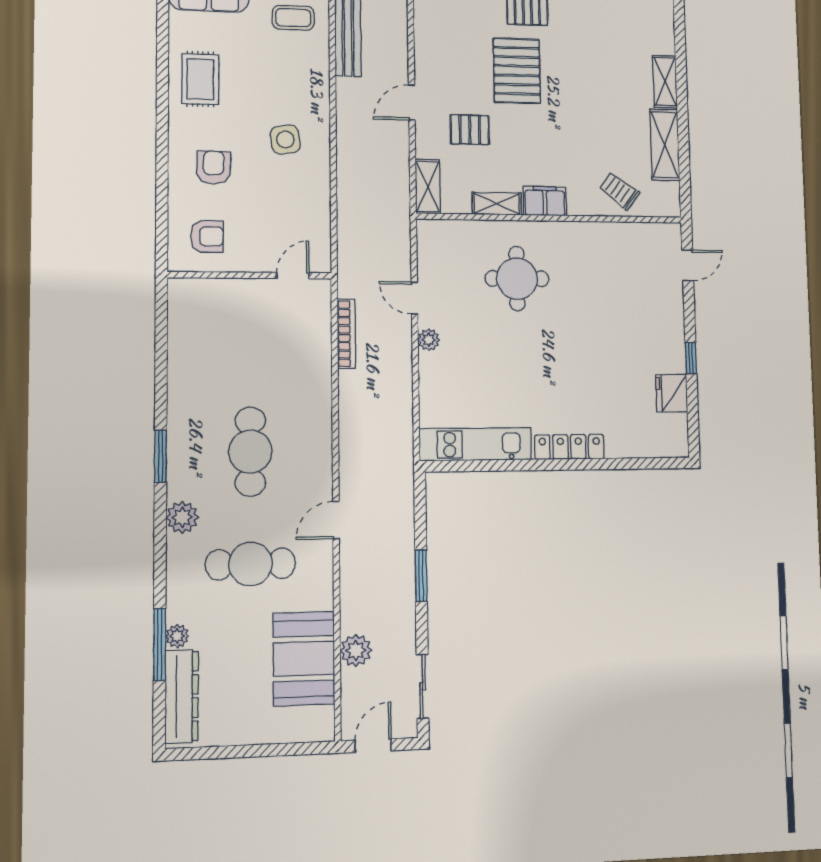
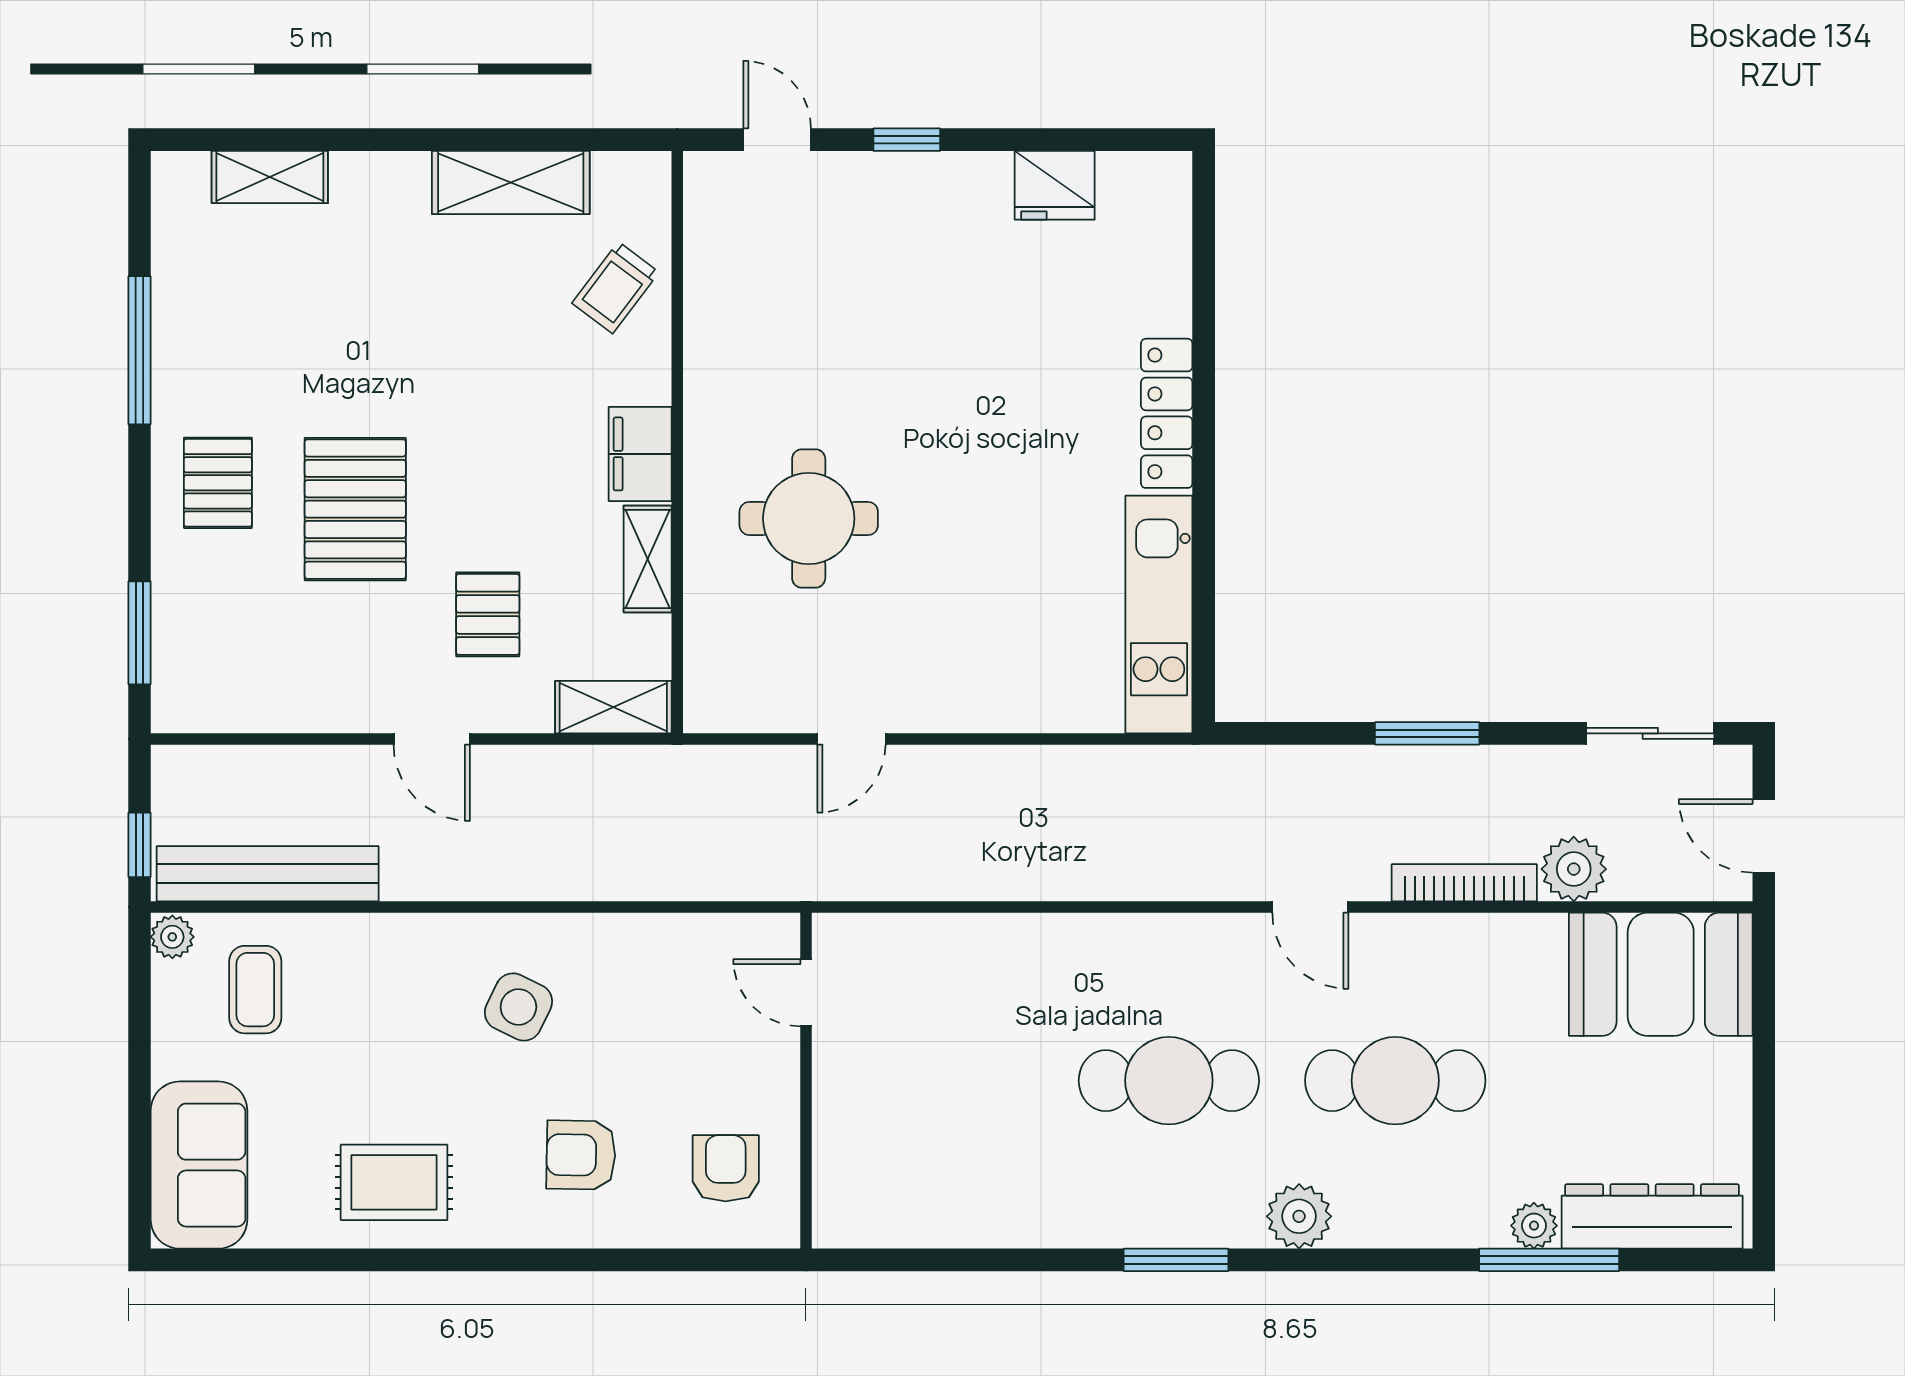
pallet: (517, 71) -> (355, 509), turned 90
shelving: (665, 82) -> (270, 177), moved
side table: (285, 140) -> (518, 1007), turned 35
bookcase: (346, 334) -> (1464, 883), moved
plant: (429, 340) -> (940, 710), removed
window: (691, 358) -> (907, 140), moved
cafe table: (250, 564) -> (1395, 1081), turned 90
booth: (304, 659) -> (1661, 974), moved

